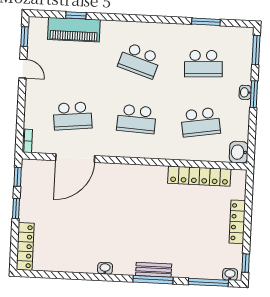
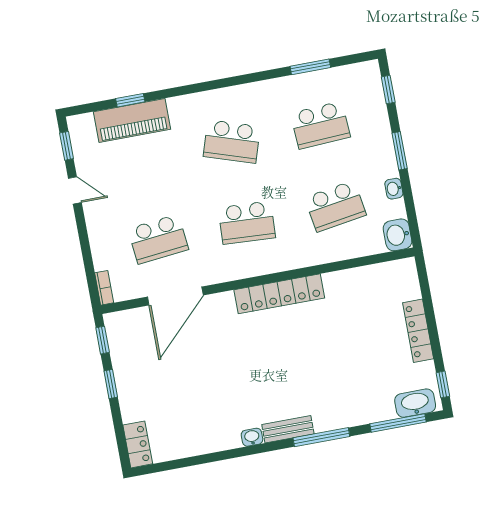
window: (256, 50) -> (388, 90), width x0.67
washbasin: (245, 92) -> (394, 189), moved
locker: (199, 176) -> (279, 294), moved
locker: (25, 246) -> (138, 444), width x0.66
bench: (154, 270) -> (288, 429), moved
washbasin: (230, 274) -> (415, 403), width x1.91, depth x1.45

